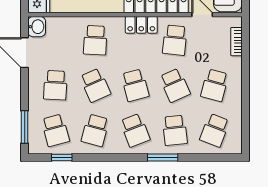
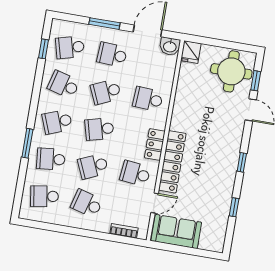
window: (25, 127) -> (104, 24), moved
school desk: (215, 130) -> (44, 196), turned -30

